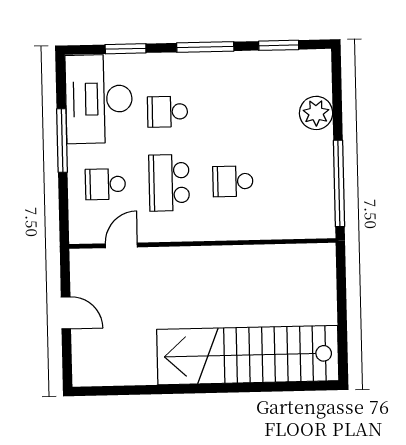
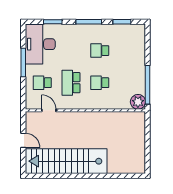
school desk: (167, 112) -> (100, 51), moved
plant: (316, 113) -> (138, 102), moved
door: (121, 245) -> (49, 110), hinge flipped
stairs: (248, 355) -> (66, 161), moved

